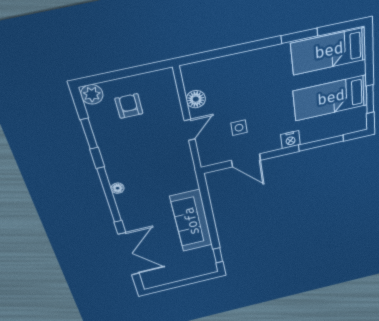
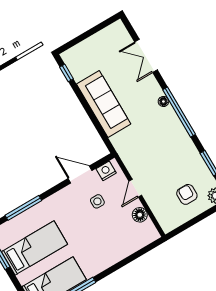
armchair: (129, 106) -> (187, 194), turned 180
nightstand: (290, 140) -> (106, 171), moved
floor lamp: (118, 188) -> (163, 101), moved
double door: (129, 254) -> (146, 56), width x0.73

